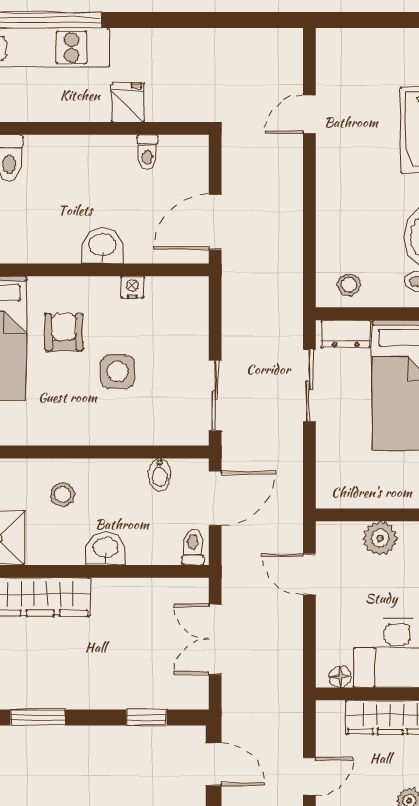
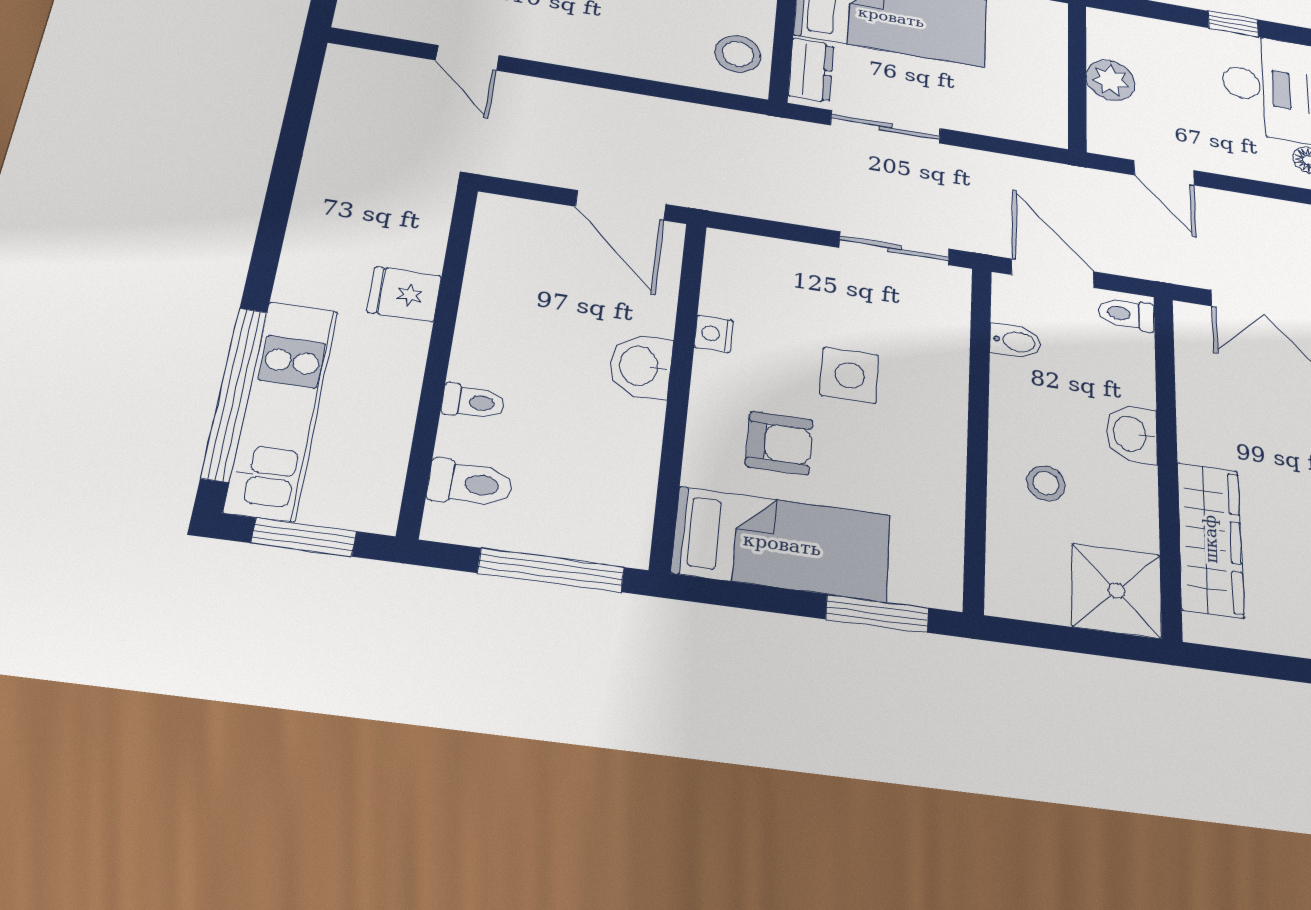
toilet: (147, 152) -> (473, 402), moved
stool: (349, 285) -> (738, 54), width x1.37, depth x1.37
armchair: (64, 332) -> (779, 443), turned 180
door: (309, 574) -> (1164, 173), hinge flipped

